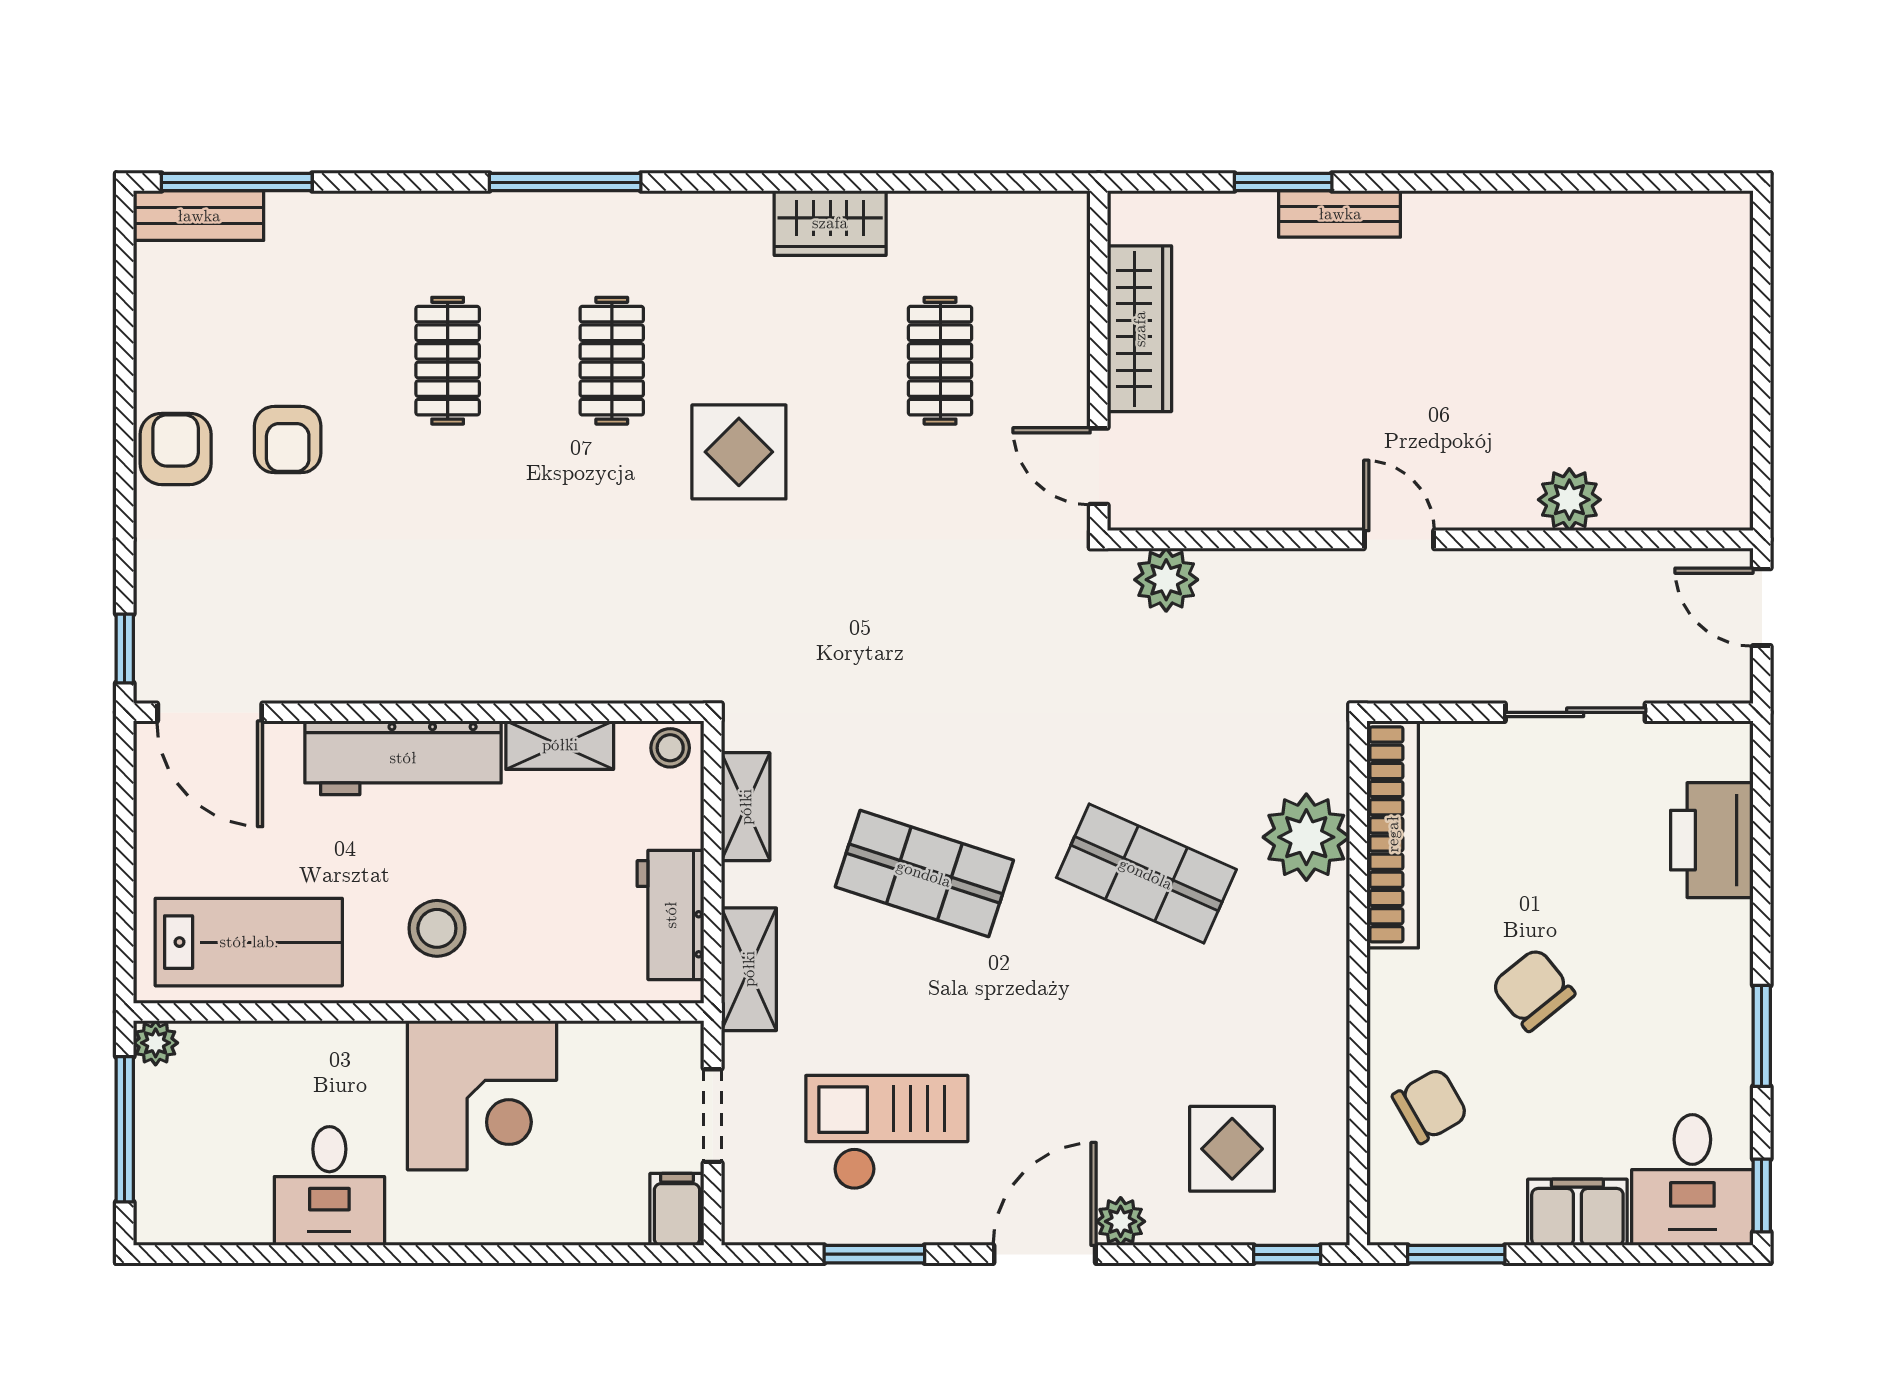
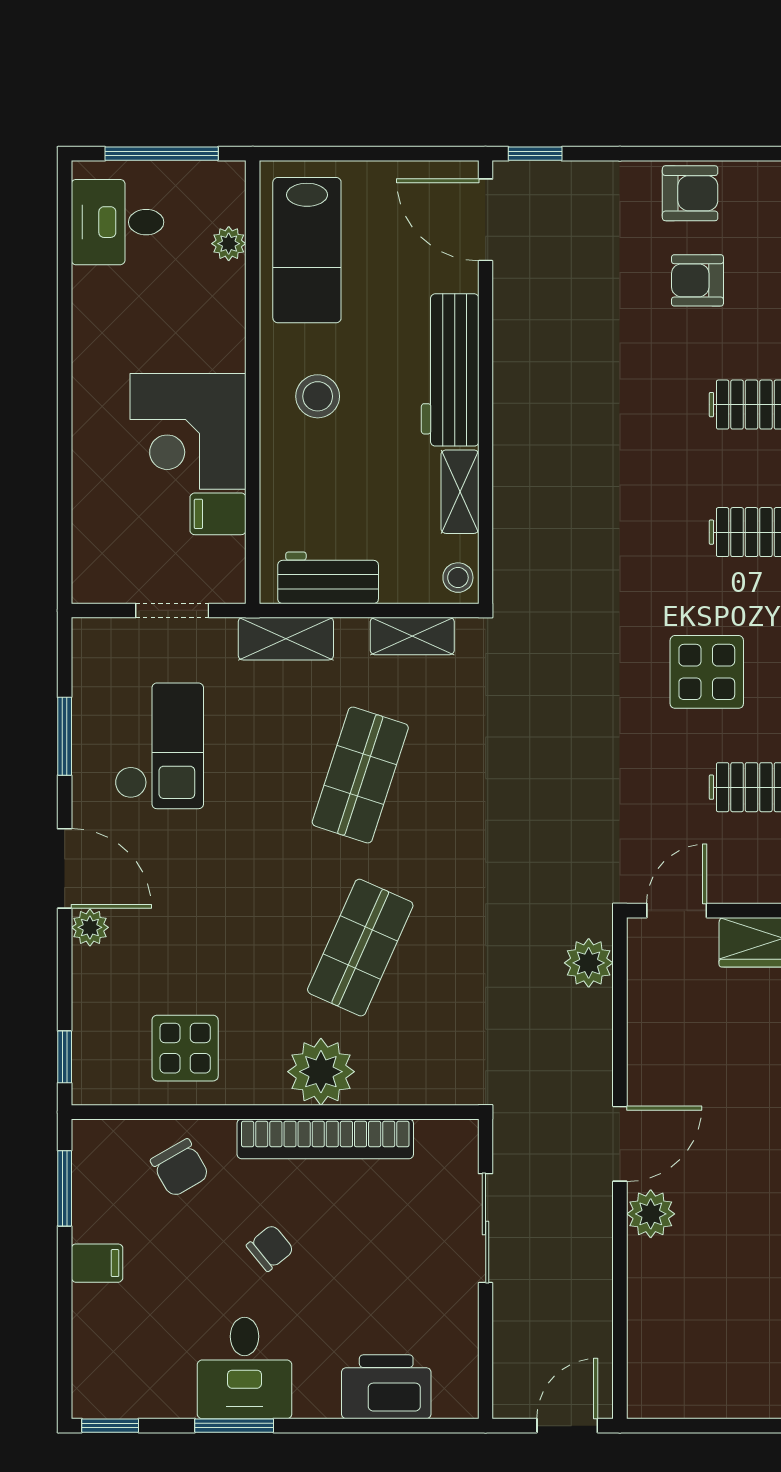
display table: (739, 452) -> (707, 672), moved
plant: (1569, 500) -> (651, 1214), moved
door: (1399, 539) -> (620, 1144), width x1.38
door: (210, 712) -> (486, 220), hinge flipped
sliding door: (1575, 712) -> (486, 1228), moved
bookcase: (1393, 834) -> (325, 1139), moved
plant: (1306, 837) -> (321, 1072), moved
chair: (1533, 990) -> (270, 1248), width x0.73, depth x0.73
plant: (156, 1043) -> (229, 244), moved
display table: (1232, 1149) -> (185, 1048), moved
desk: (1692, 1180) -> (244, 1368), moved, turned -90
desk: (329, 1186) -> (117, 222), moved
filing cabinet: (677, 1209) -> (218, 514), moved, turned 180
filing cabinet: (1577, 1212) -> (97, 1263), width x0.50

